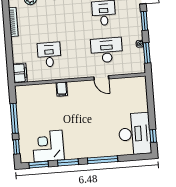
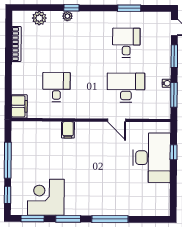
desk: (135, 134) -> (152, 158), moved
window: (153, 136) -> (174, 152), moved

